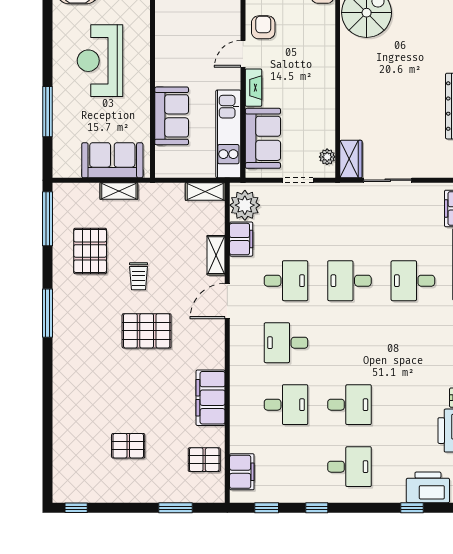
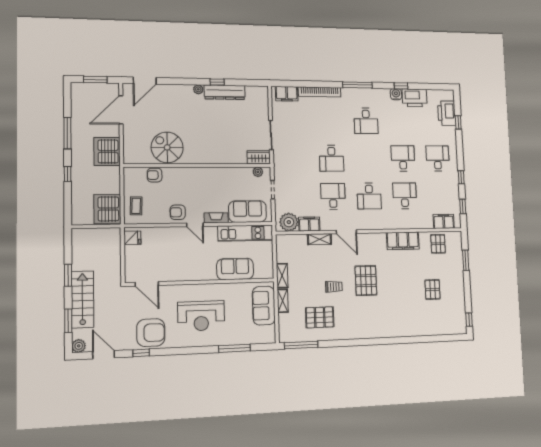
shelving: (205, 191) -> (282, 276), moved
desk: (413, 281) -> (366, 121), moved
window: (48, 313) -> (358, 342), removed

